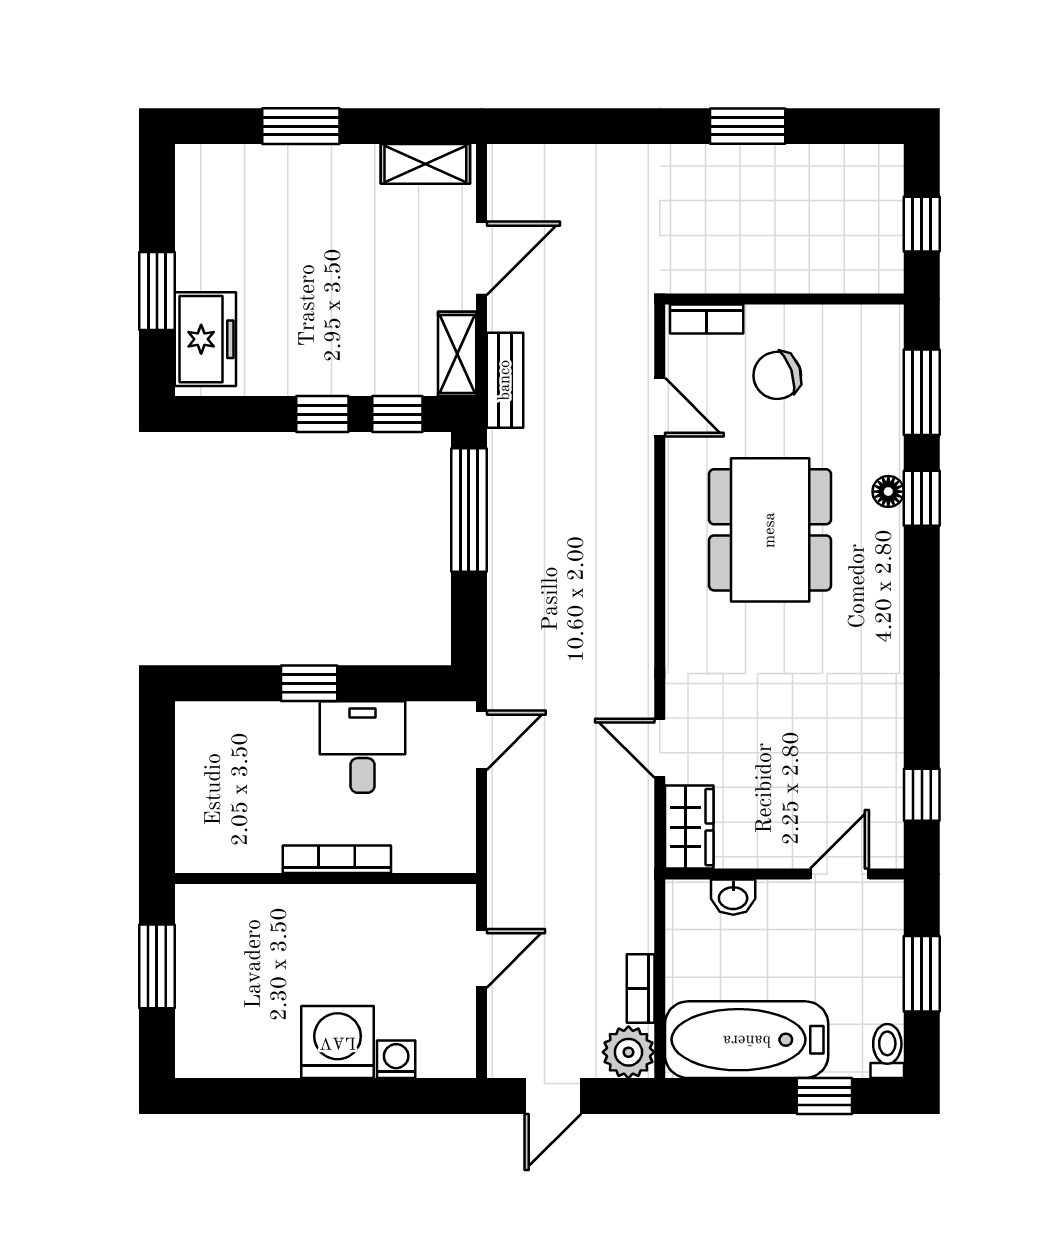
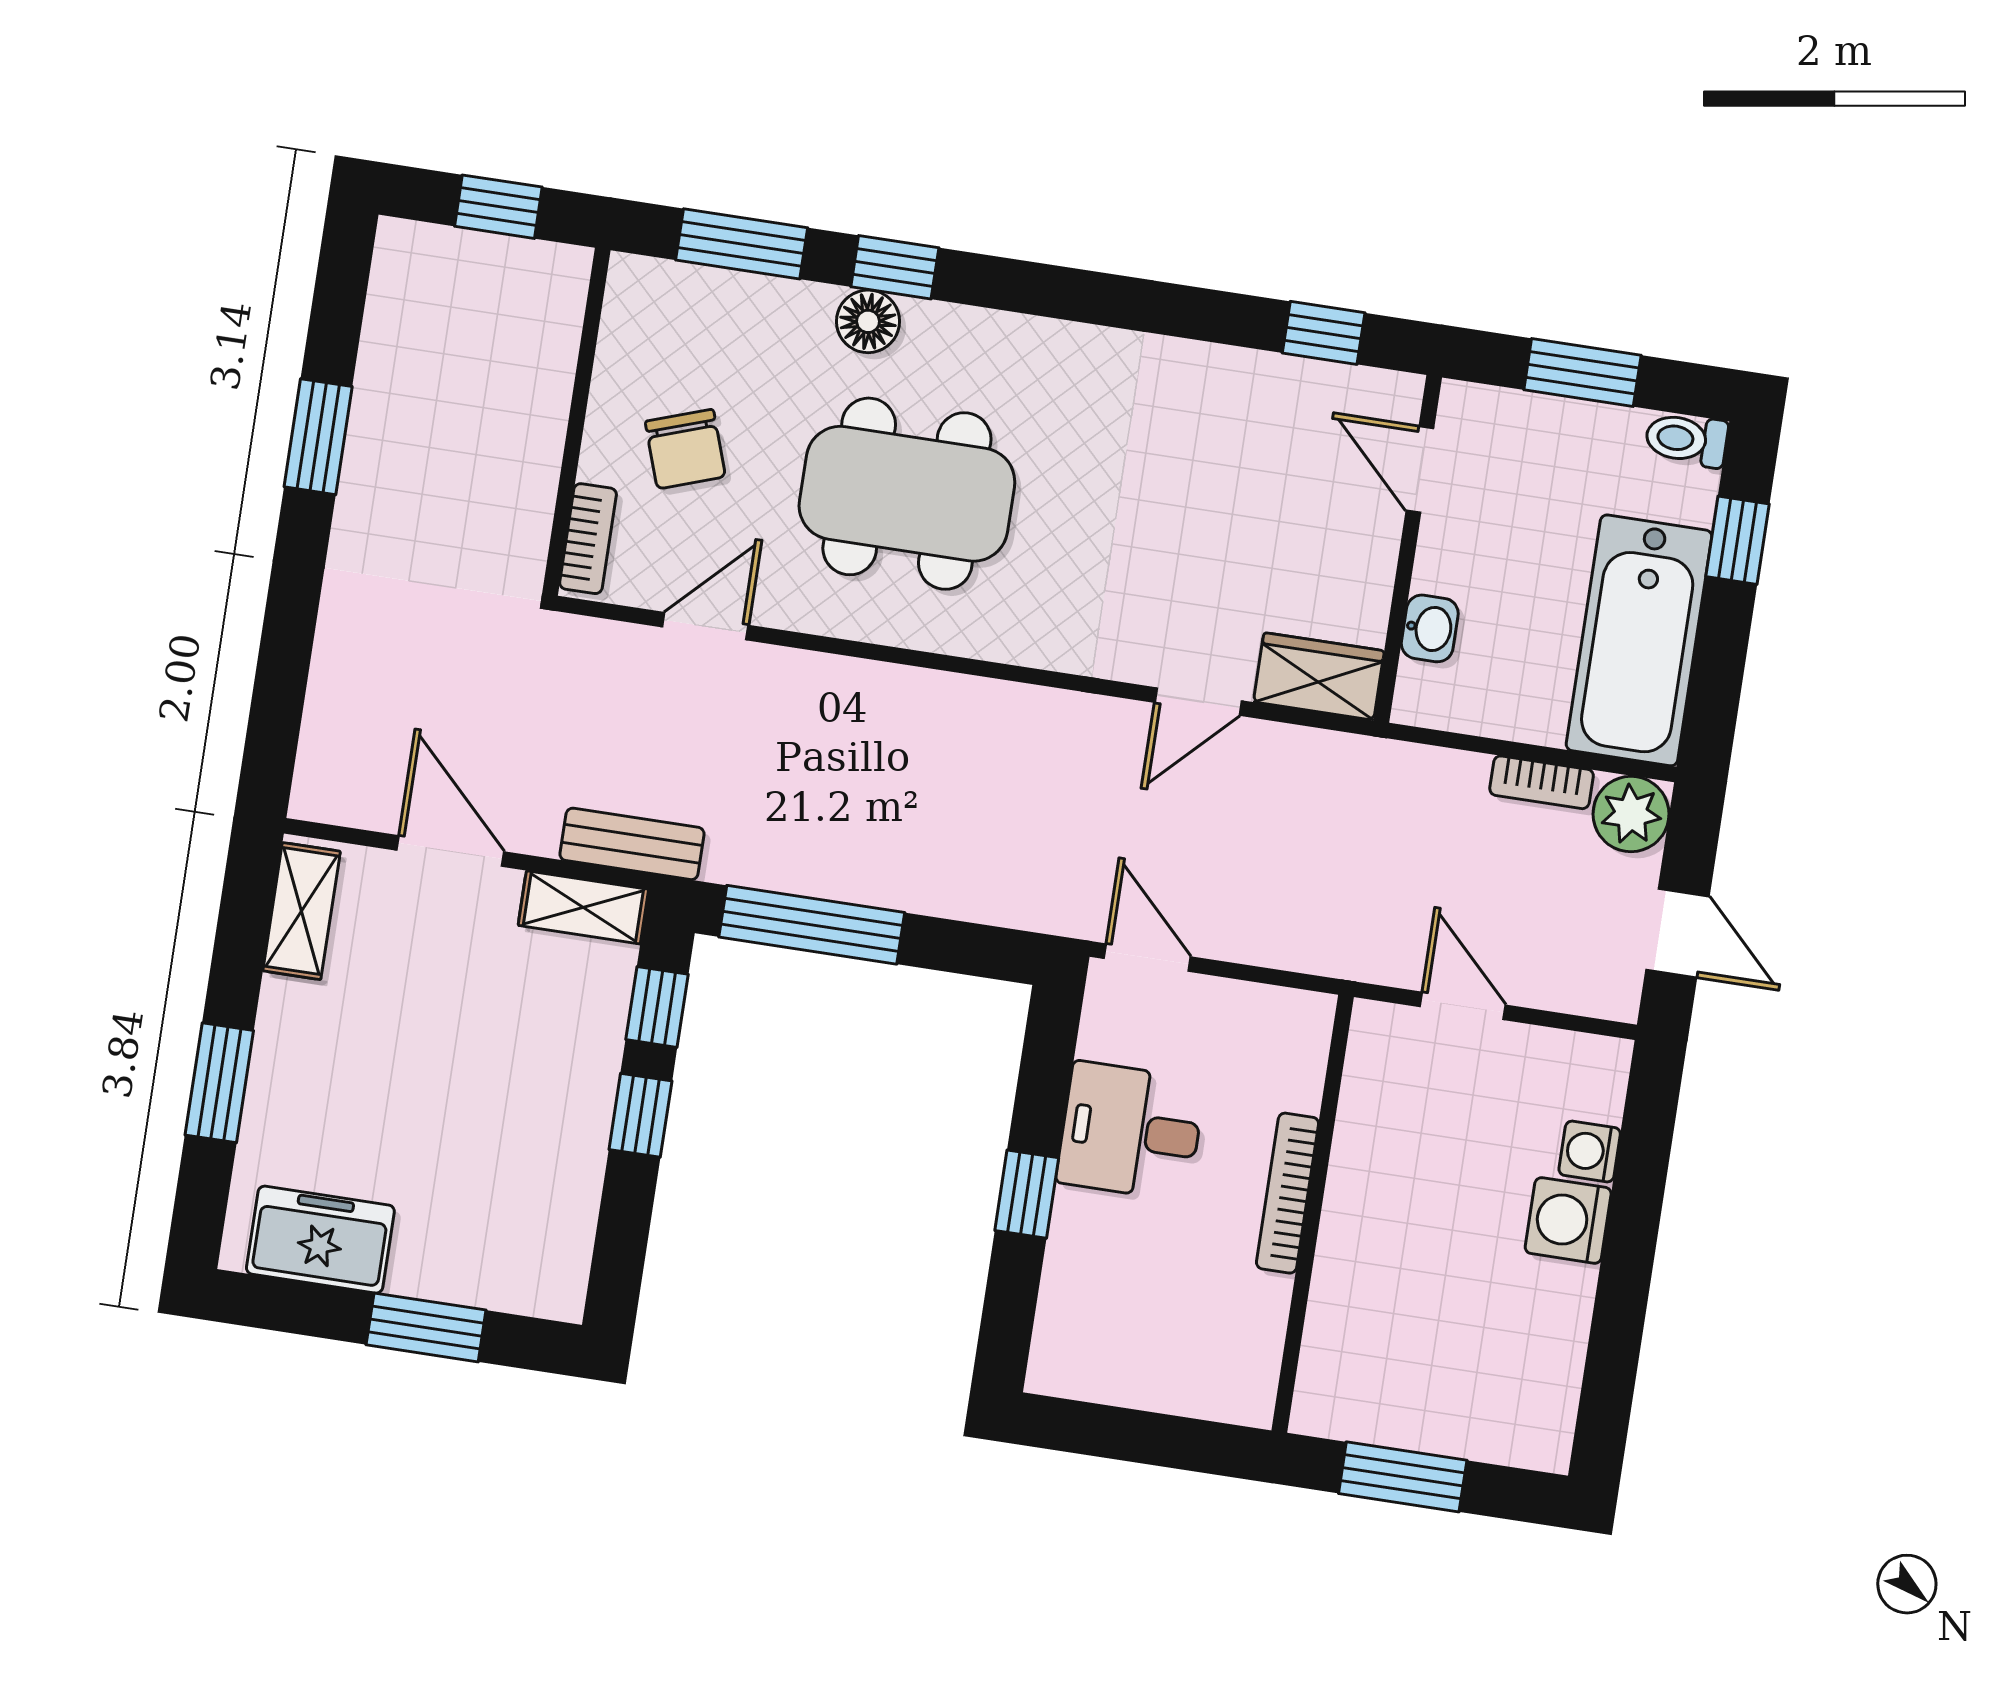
freezer: (205, 339) -> (320, 1240), moved
floor lamp: (888, 492) -> (868, 321), width x1.37, depth x1.37
washing machine: (338, 1042) -> (1568, 1220), width x0.73, depth x0.73

